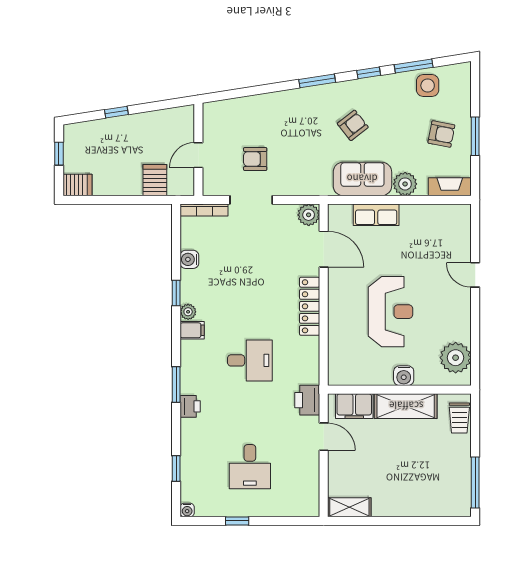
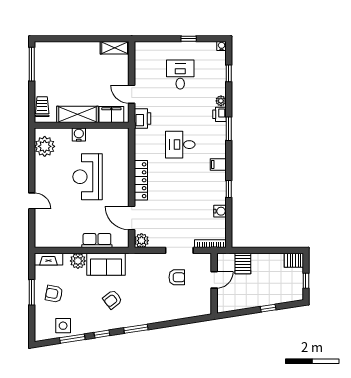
plant: (188, 312) -> (221, 101), moved

